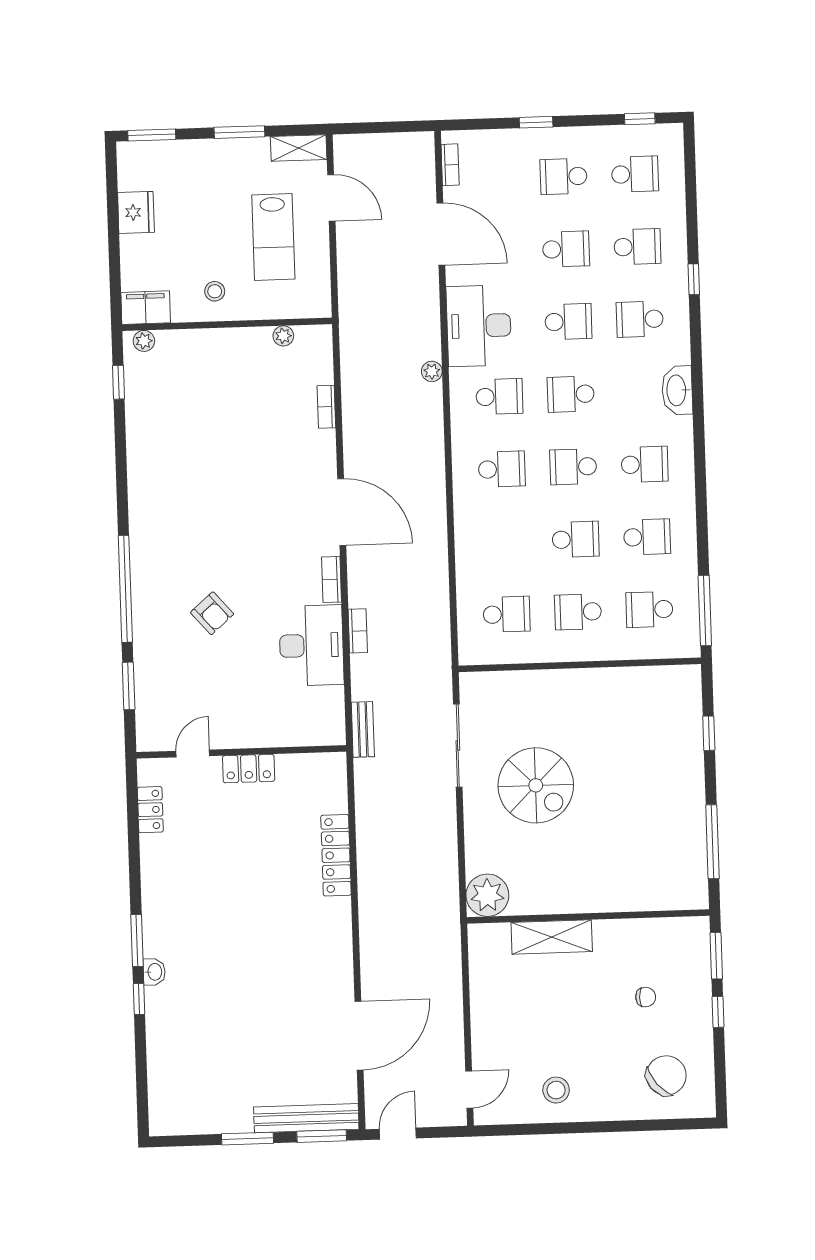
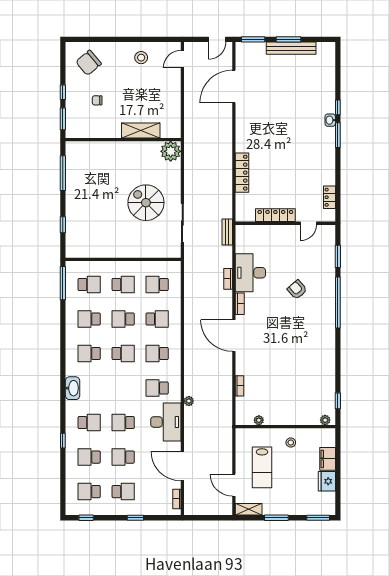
lab bench: (273, 237) -> (262, 467), turned 180
filing cabinet: (146, 308) -> (328, 459), moved, turned 90
school desk: (571, 394) -> (157, 319), moved
locker: (249, 769) -> (275, 215), width x1.53
bench: (306, 1118) -> (291, 48), moved

